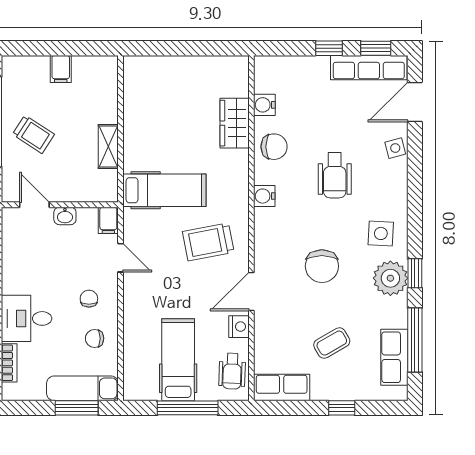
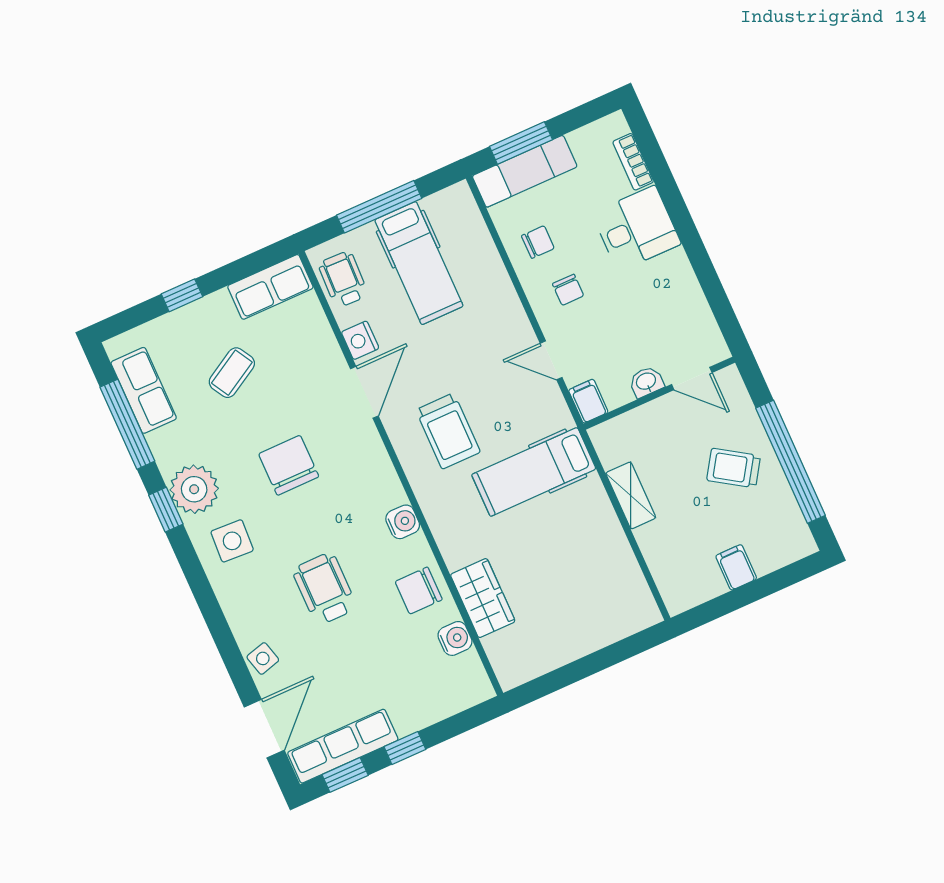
trolley: (208, 242) -> (448, 431), turned 101

